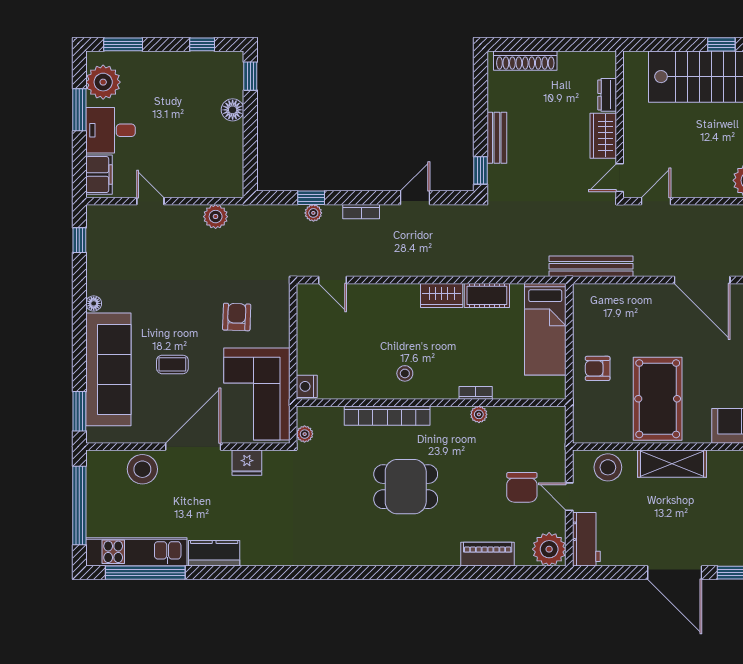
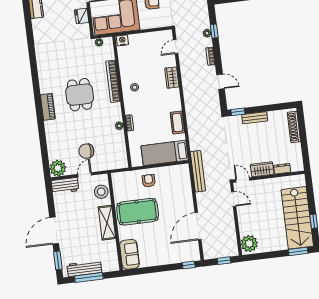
wardrobe: (442, 295) -> (172, 78), moved
piano: (488, 554) -> (48, 107), moved

